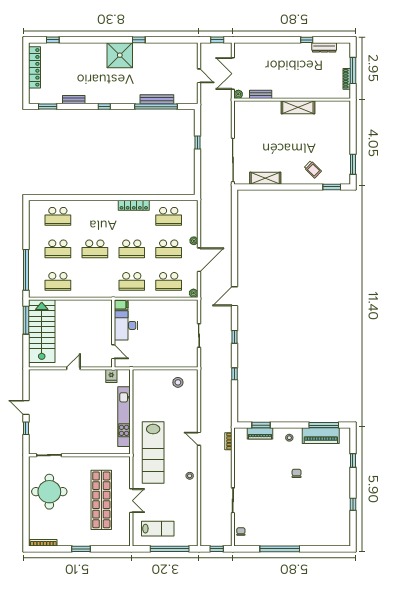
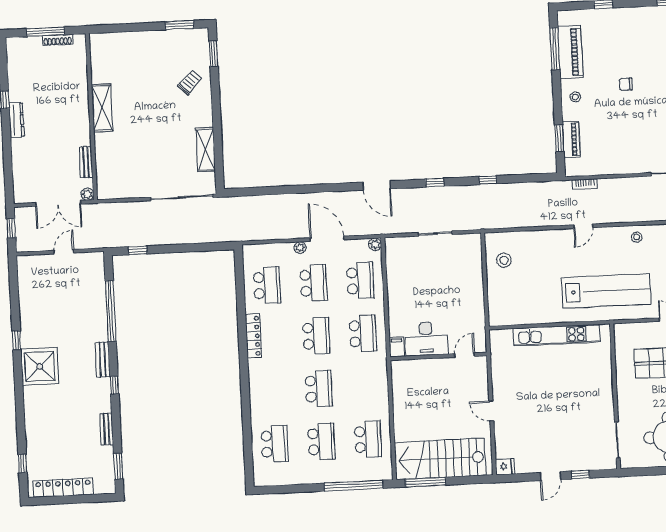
dresser: (324, 47) -> (16, 120), moved
bench: (157, 99) -> (103, 360), moved, width x0.73
window: (197, 143) -> (138, 250), moved
fridge: (111, 376) -> (505, 467), moved

